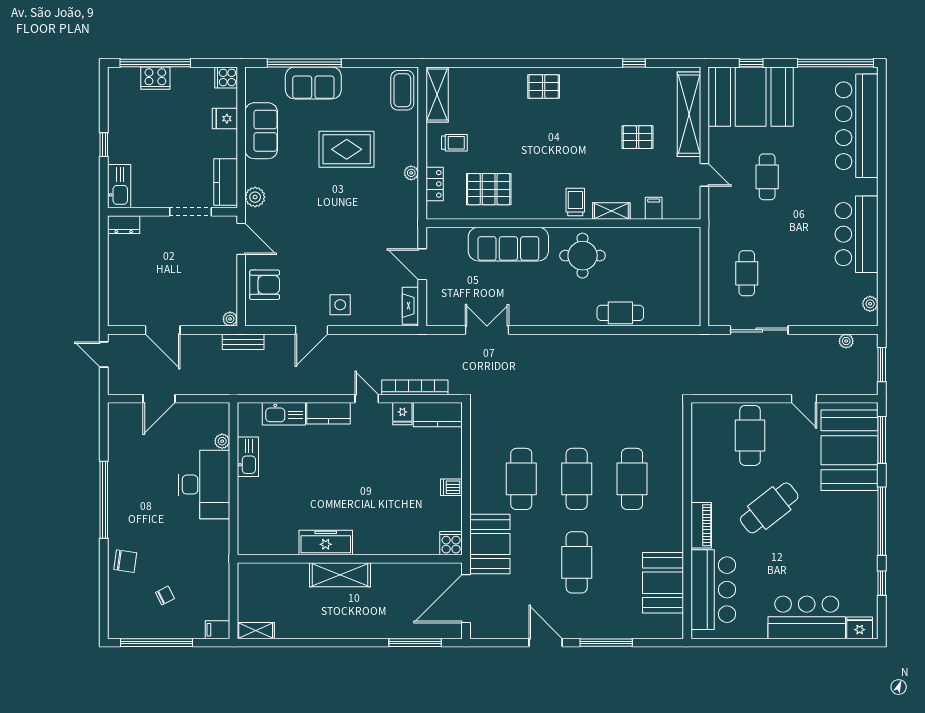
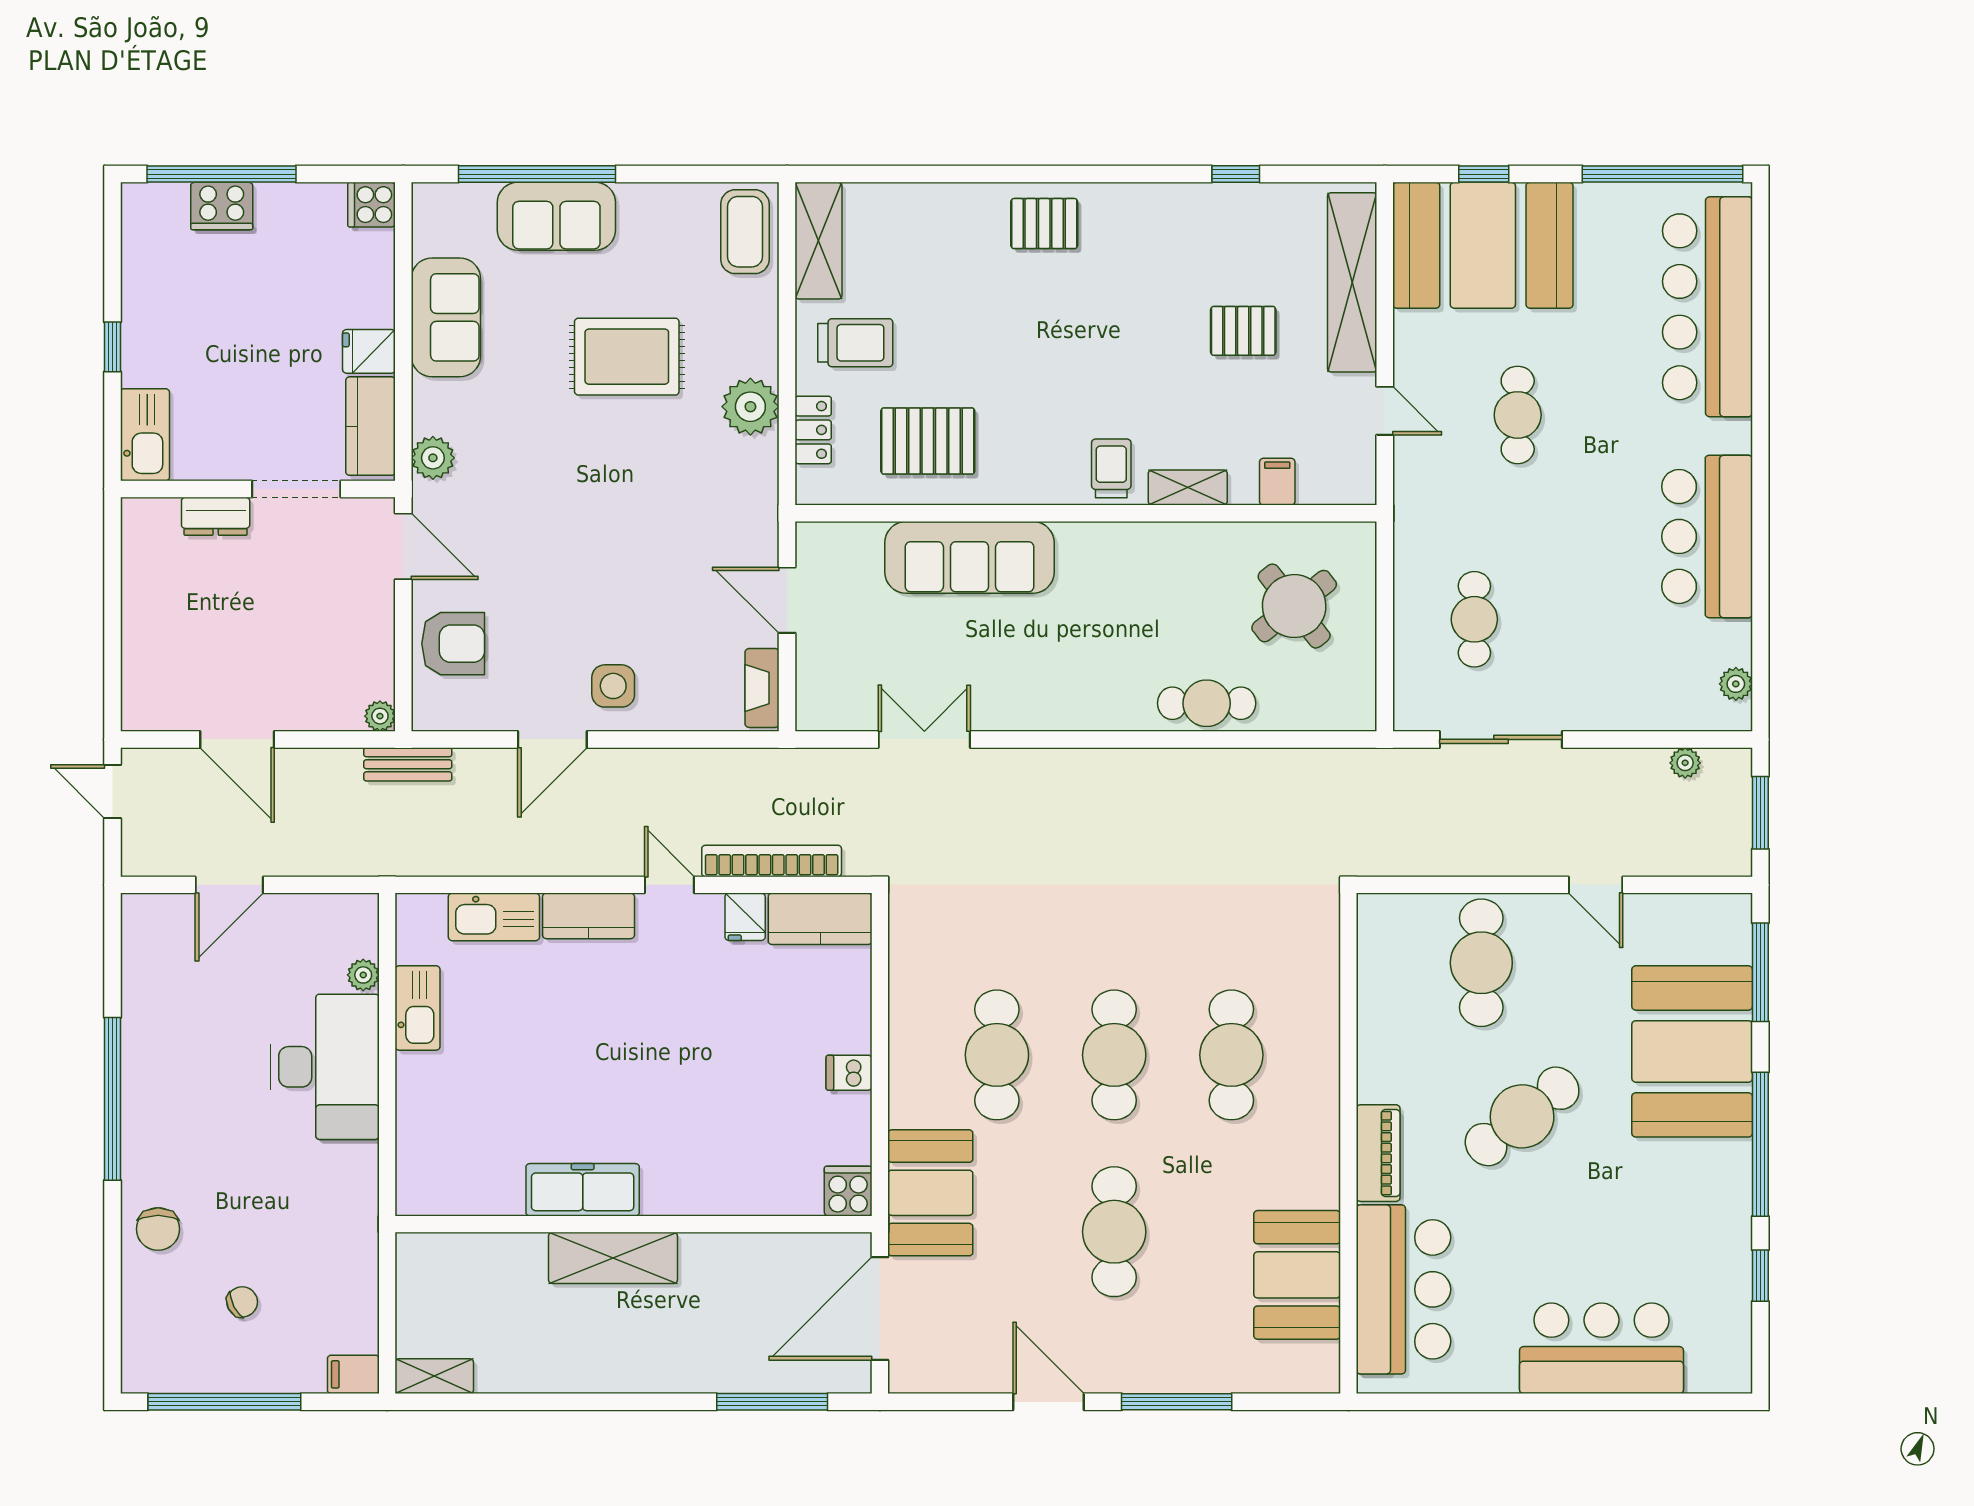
fridge: (225, 119) -> (369, 351), moved
trolley: (454, 143) -> (855, 343), width x1.36, depth x1.39
plant: (411, 173) -> (750, 407), width x1.87, depth x1.87
dresser: (124, 225) -> (216, 516), moved
round table: (583, 256) -> (1294, 606), moved, turned -38
booth: (849, 450) -> (1692, 1051), moved
chair: (125, 561) -> (158, 1229), turned 82
fridge: (860, 628) -> (1714, 1370), removed

